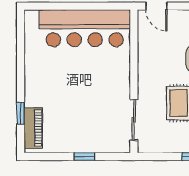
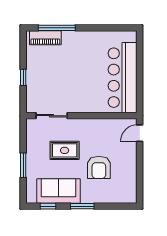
window: (21, 113) -> (57, 28), width x2.17

